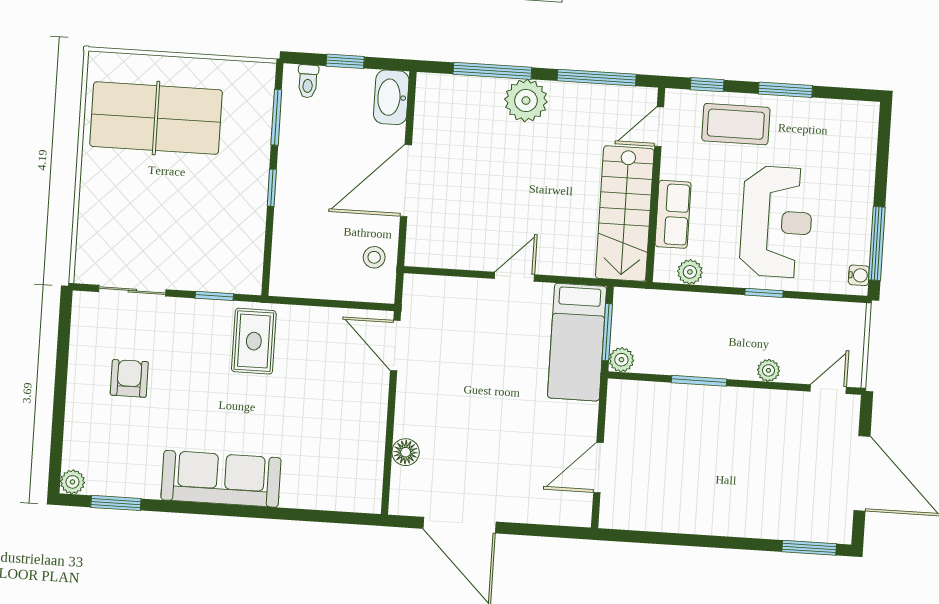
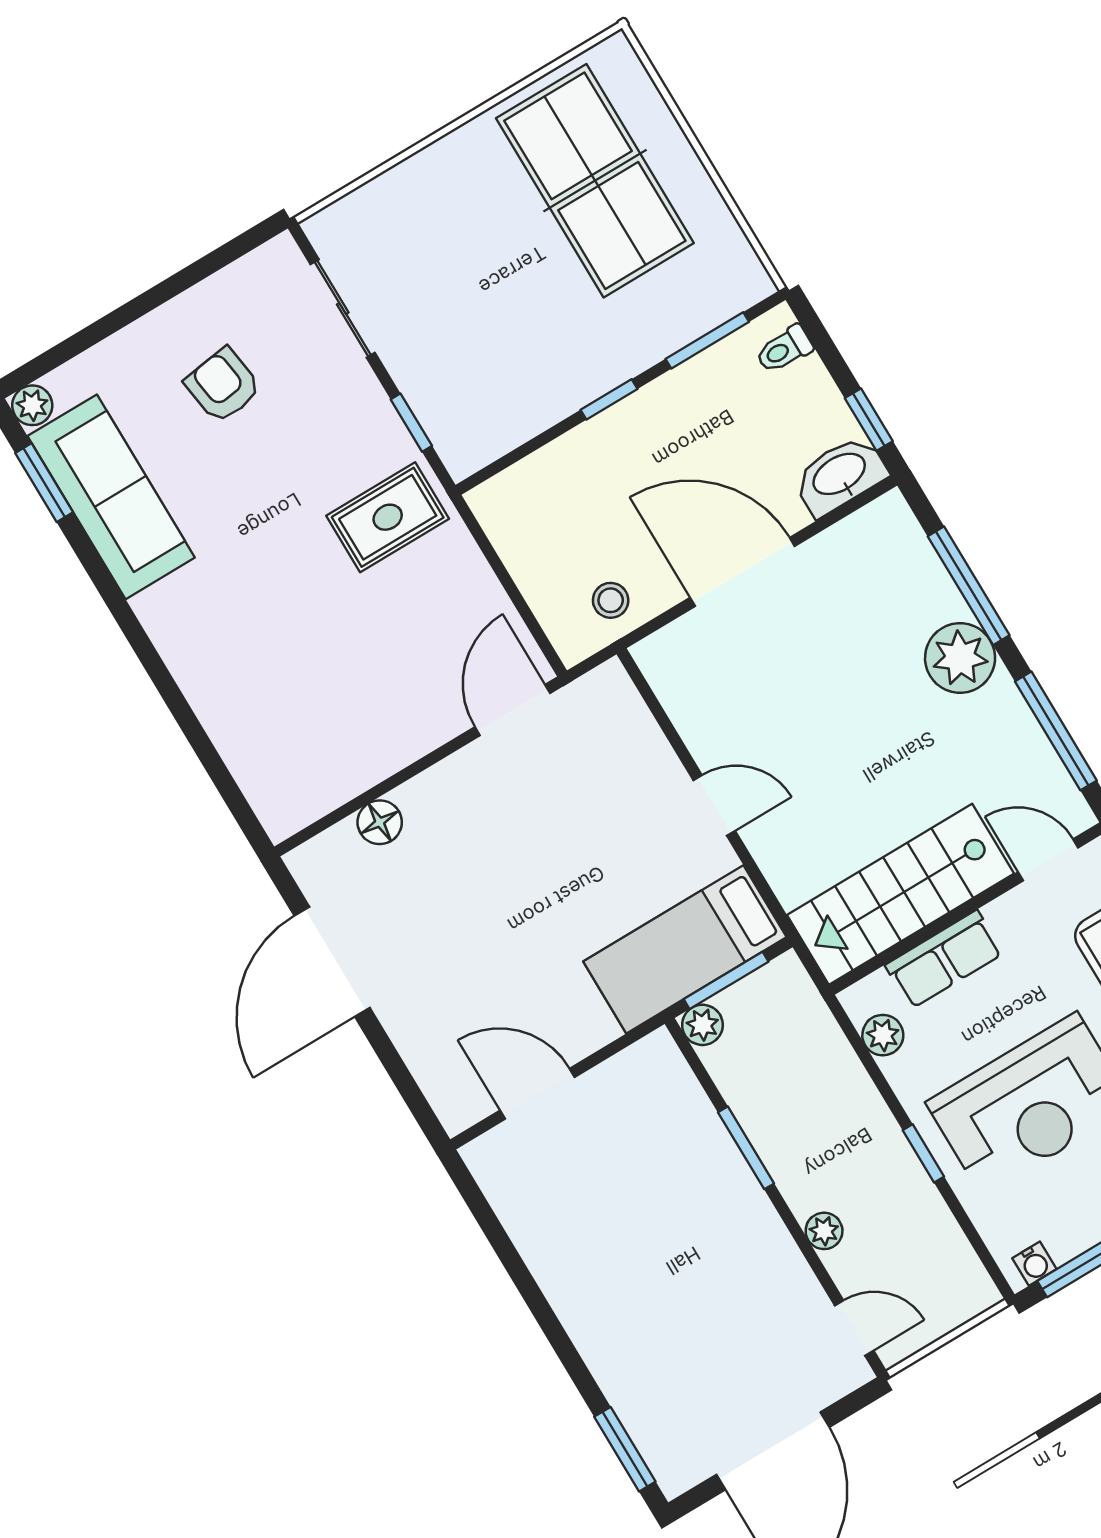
window: (345, 61) -> (869, 420), moved
armchair: (129, 378) -> (223, 385), turned -98
sofa: (221, 479) -> (111, 497), moved

